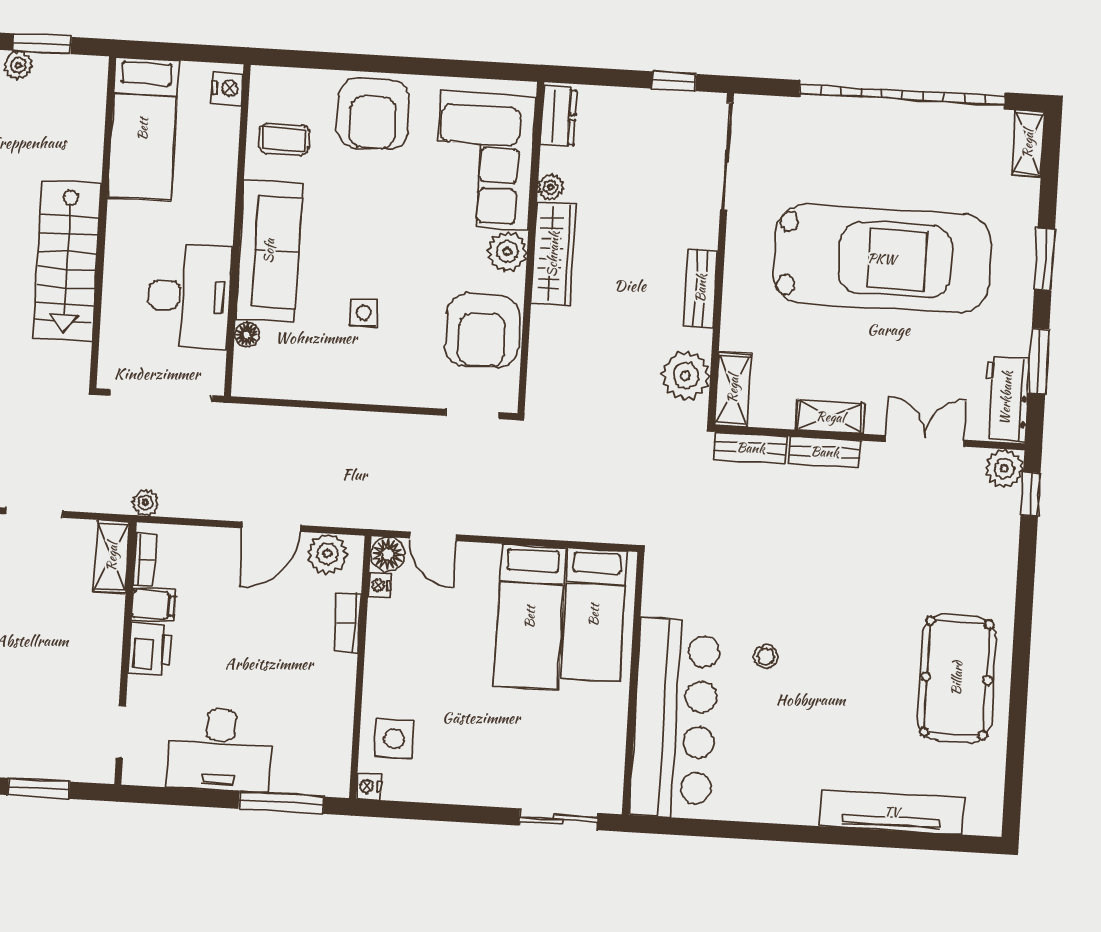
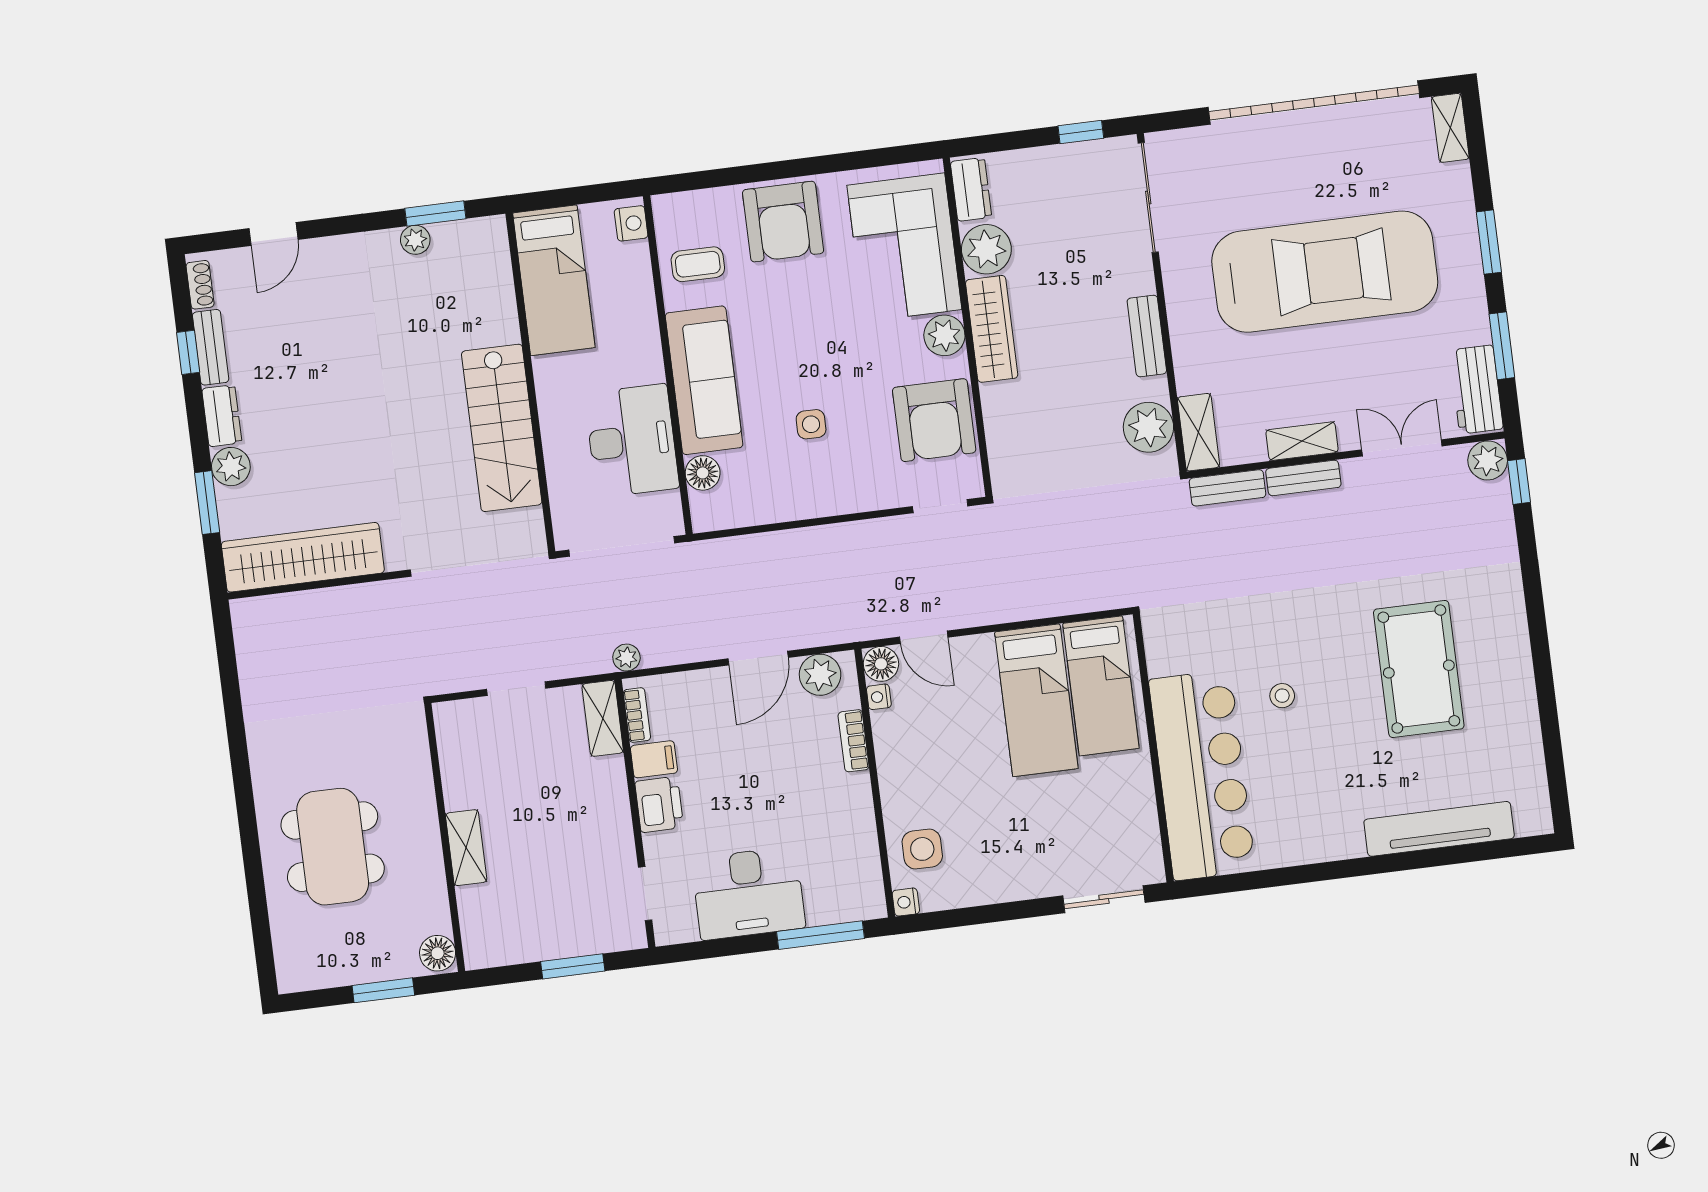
plant: (551, 187) -> (986, 249), width x1.87, depth x1.87
floor lamp: (247, 335) -> (703, 473), width x1.37, depth x1.37
pool table: (957, 678) -> (1419, 669), moved

